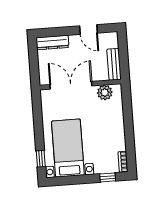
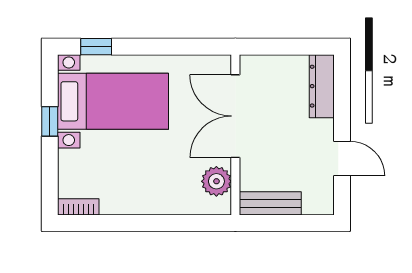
door: (89, 29) -> (342, 159), swing flipped
double door: (71, 85) -> (235, 116), swing flipped
window: (108, 177) -> (50, 121), moved

